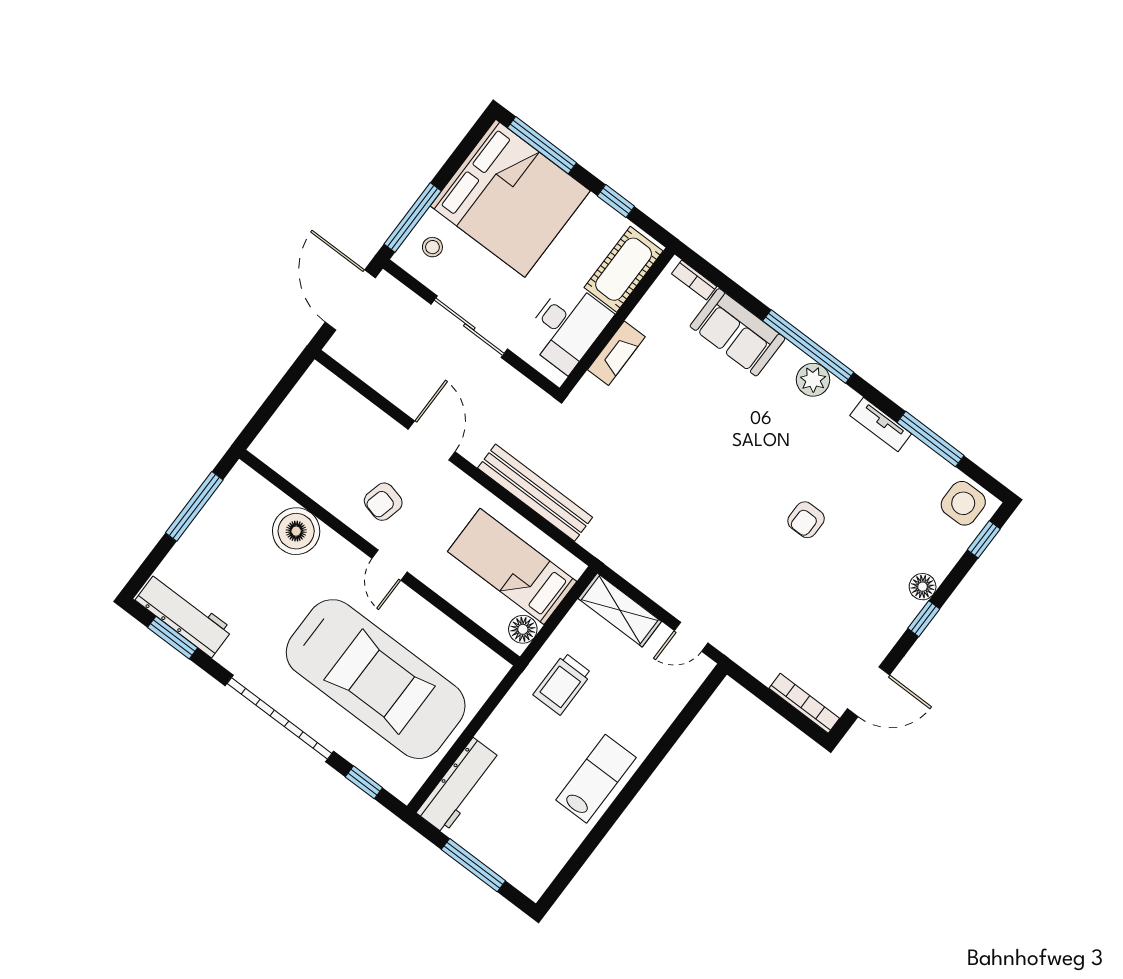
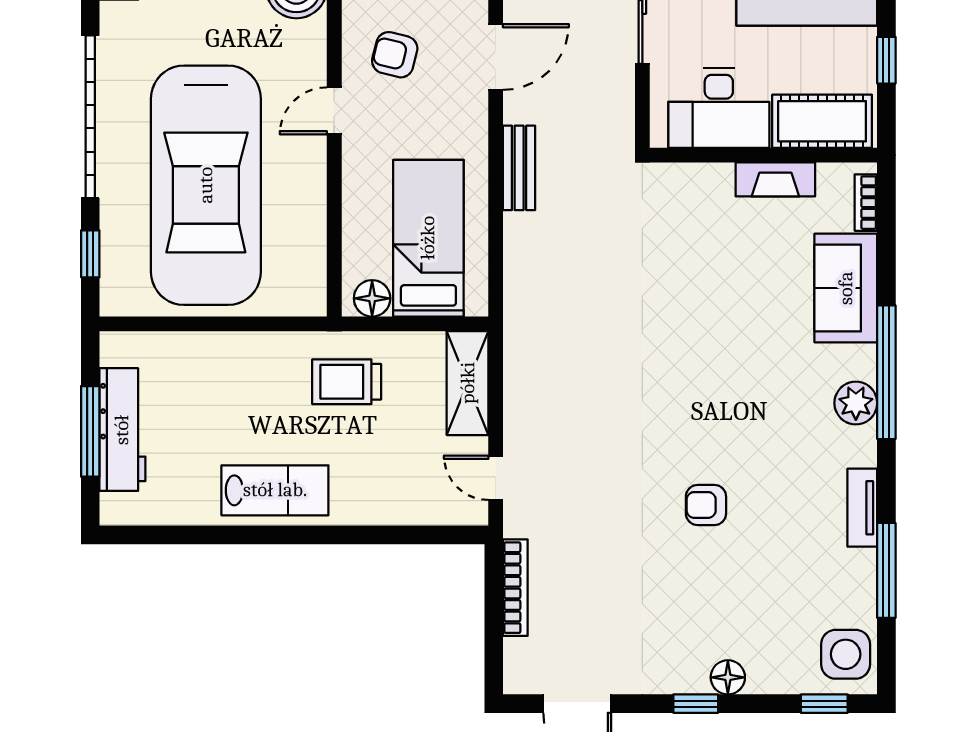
fireplace: (616, 353) -> (775, 179), moved
bench: (535, 493) -> (519, 168), width x0.54, depth x0.82
bookcase: (804, 703) -> (515, 588), moved
workbench: (459, 786) -> (122, 430), moved, turned -90

